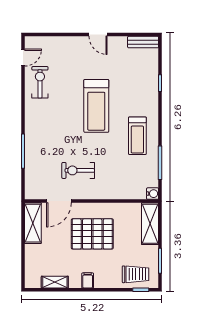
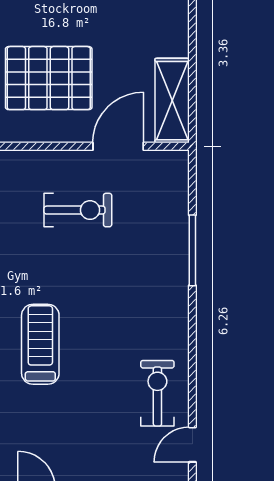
exercise bike: (40, 82) -> (157, 393), turned 180
treadmill: (96, 106) -> (40, 344), width x0.73, depth x0.73

